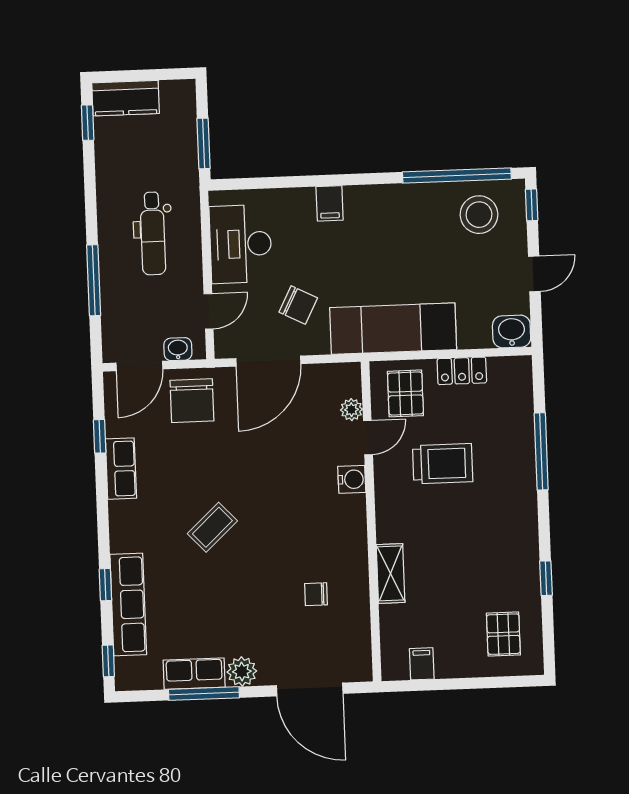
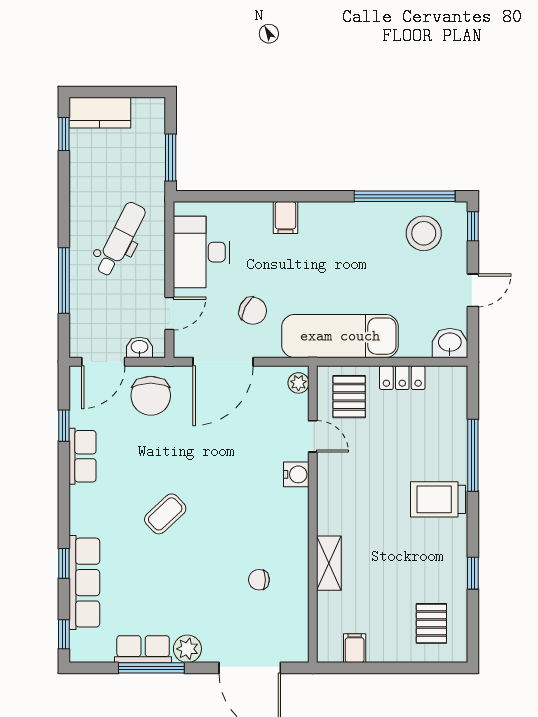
dental chair: (153, 233) -> (120, 239), turned -153
plant: (351, 410) -> (298, 383), moved
door: (368, 438) -> (313, 436), hinge flipped
trolley: (443, 464) -> (438, 499), moved, turned 180

